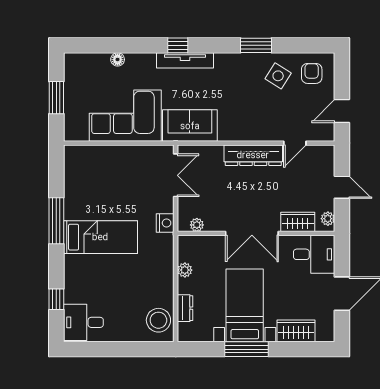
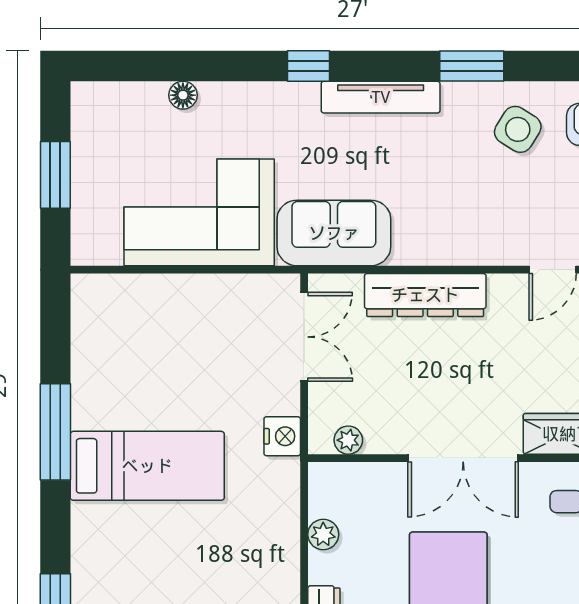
tv unit: (185, 60) -> (381, 97), moved
dresser: (253, 155) -> (425, 295), moved

